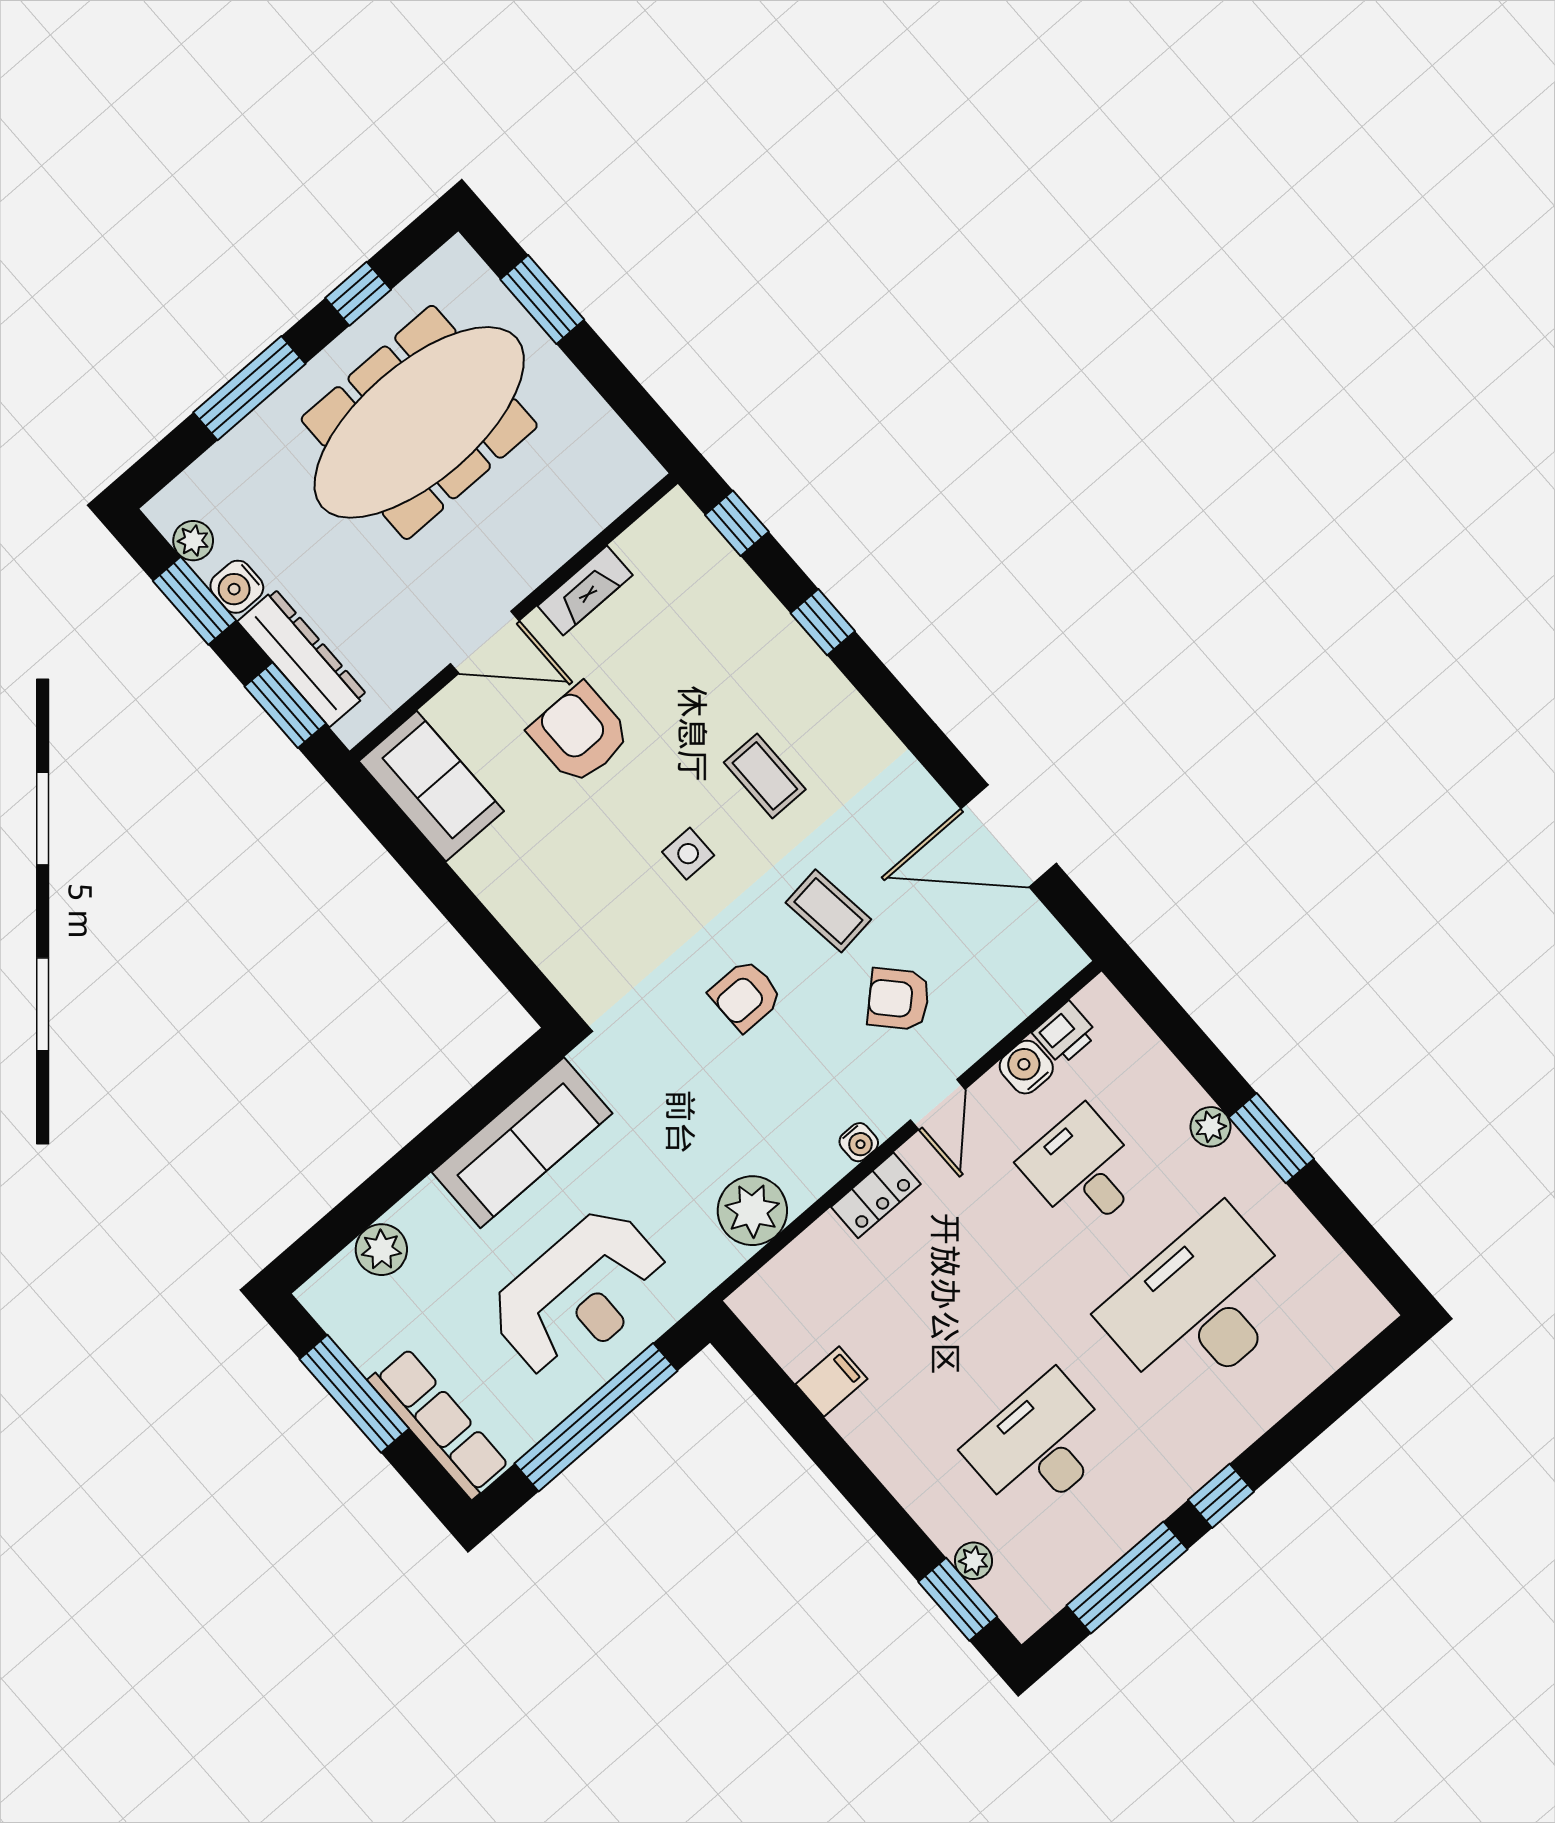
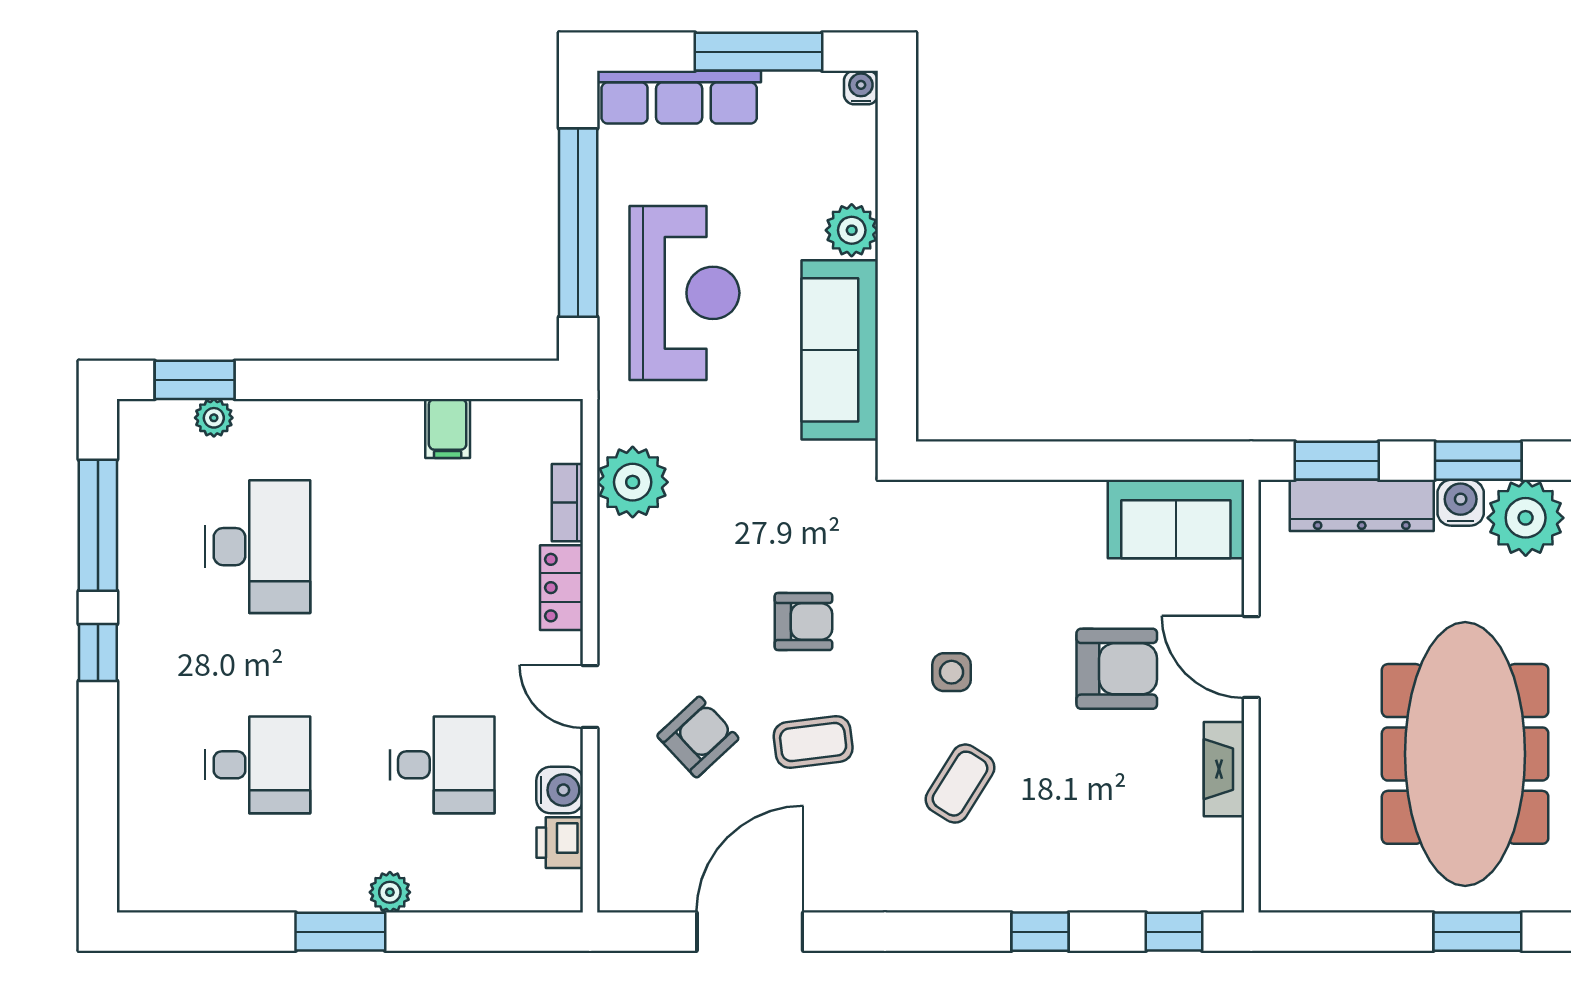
plant: (193, 541) -> (1526, 518), width x1.88, depth x1.88
door: (485, 642) -> (1251, 657), hinge flipped
coffee table: (765, 776) -> (960, 784), turned -58
armchair: (746, 995) -> (803, 622), turned 90
water cooler: (859, 1142) -> (861, 88), moved, turned 90
bookcase: (809, 1246) -> (567, 503), added
plant: (381, 1250) -> (852, 230), moved
reception desk: (580, 1294) -> (684, 293), turned 180
desk: (1201, 1306) -> (258, 765), width x0.53, depth x0.77

